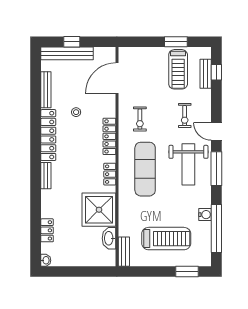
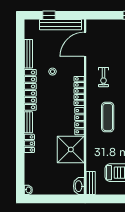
bench: (67, 53) -> (60, 25), moved
exercise mat: (145, 169) -> (108, 117), width x0.73, depth x0.69
locker: (110, 174) -> (79, 121), width x1.53
locker: (47, 230) -> (29, 143), moved
washbasin: (109, 238) -> (79, 186), moved

